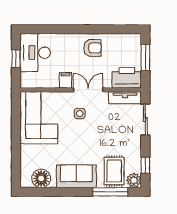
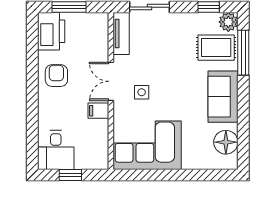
desk: (35, 53) -> (56, 150), width x0.73
printer: (127, 78) -> (51, 31), moved, turned 180

